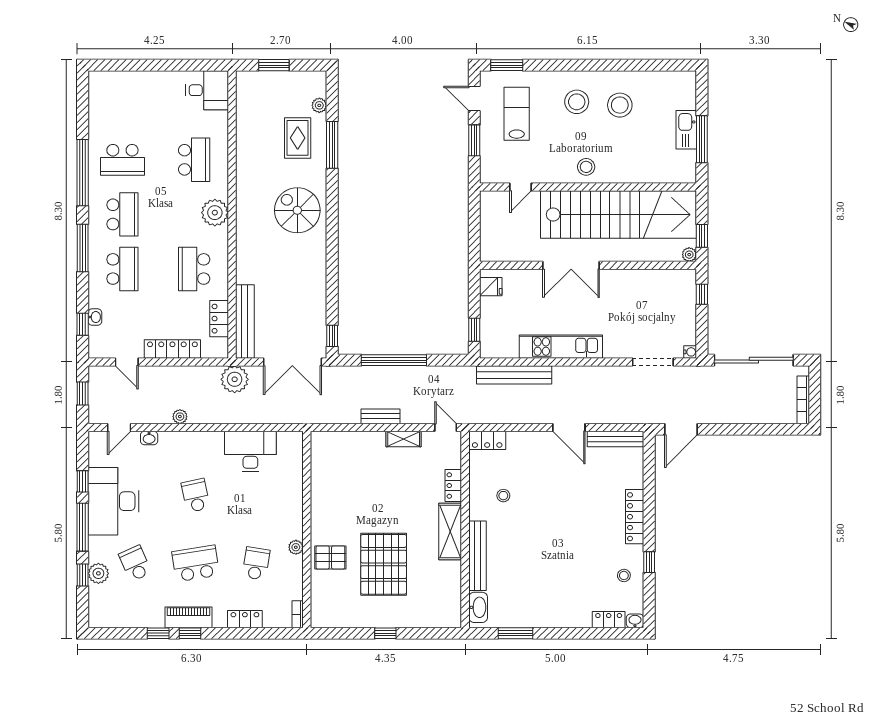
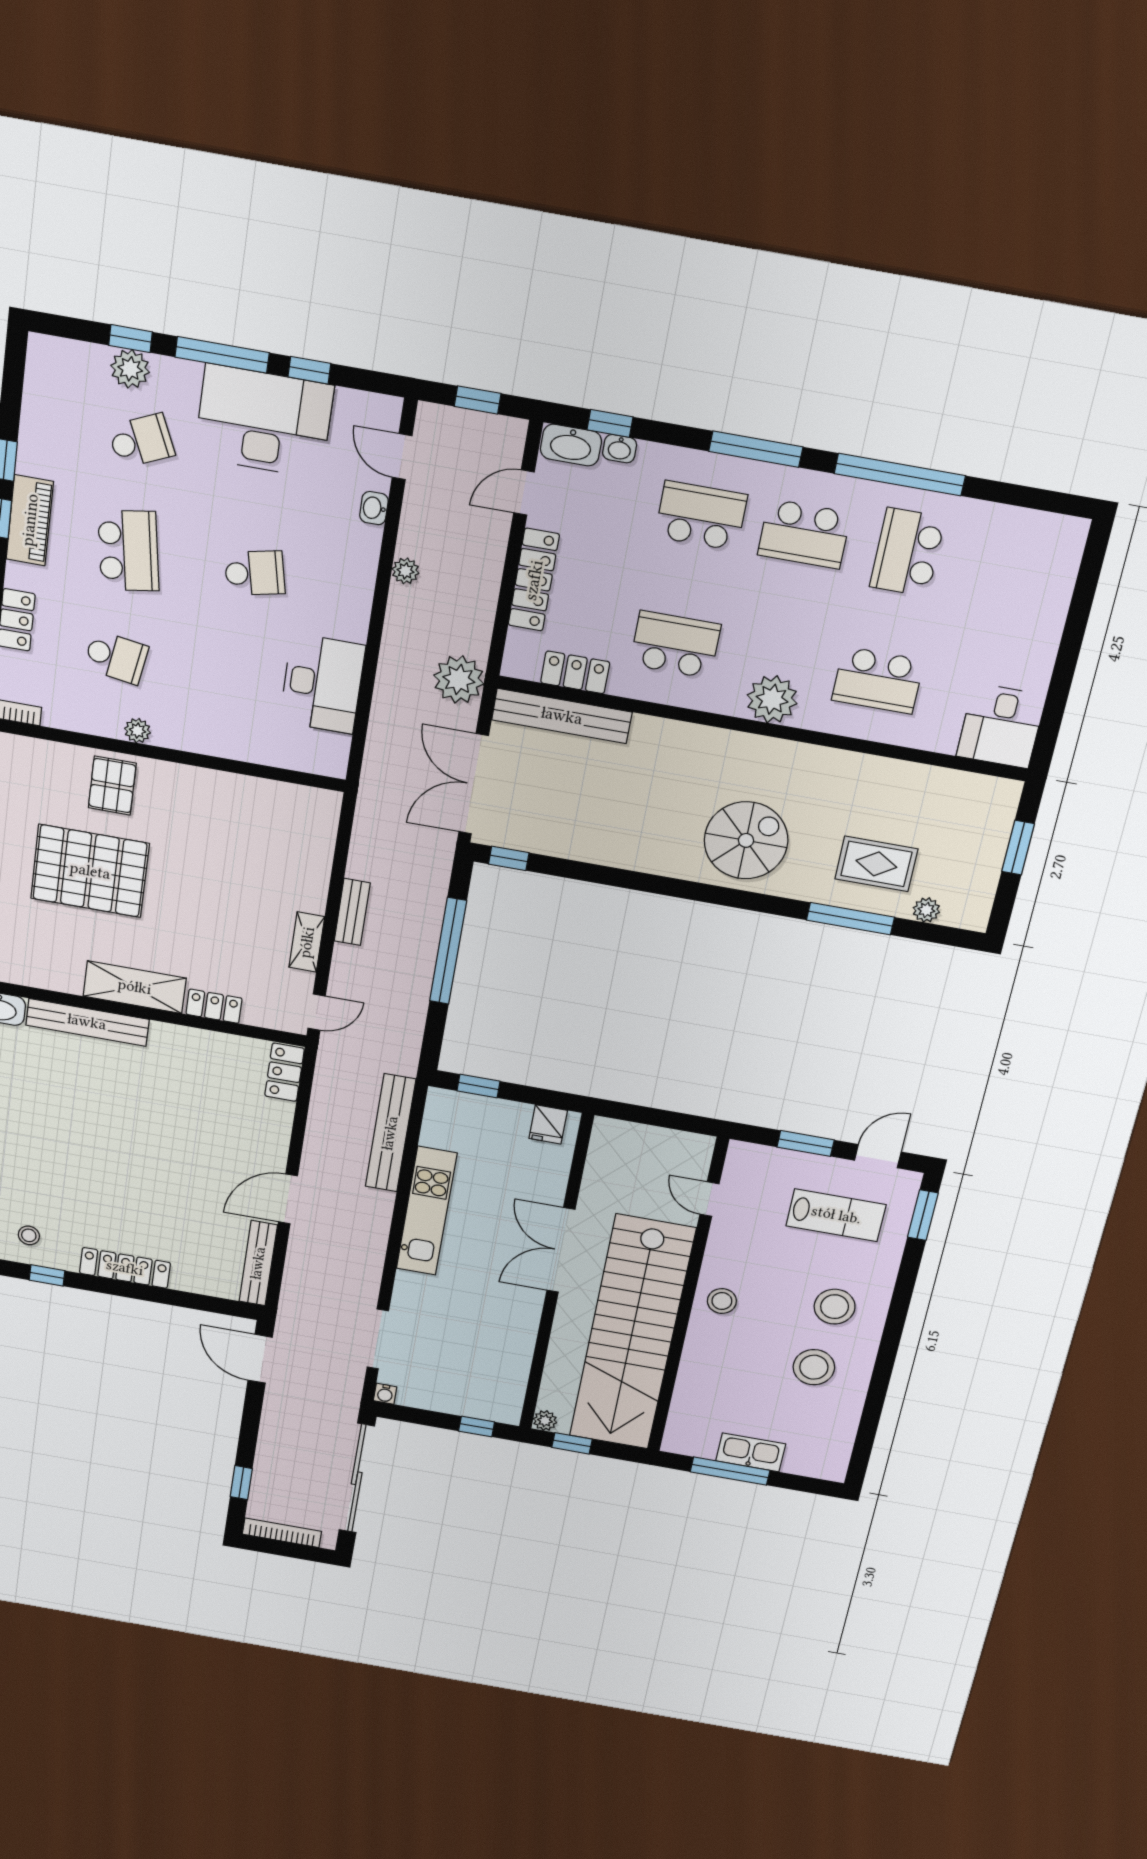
school desk: (122, 269) -> (701, 516), turned 180
washbasin: (97, 342) -> (571, 445), added
window: (772, 429) -> (241, 1483), added
stool: (503, 496) -> (186, 1080), removed

